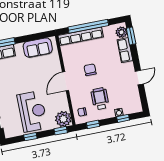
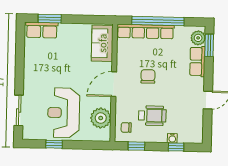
sofa: (38, 48) -> (102, 43), moved, turned 90
wheelchair: (100, 99) -> (152, 116), turned 90
reception desk: (32, 111) -> (64, 113), turned 180
plant: (63, 119) -> (101, 118), moved
window: (61, 131) -> (94, 145), removed

